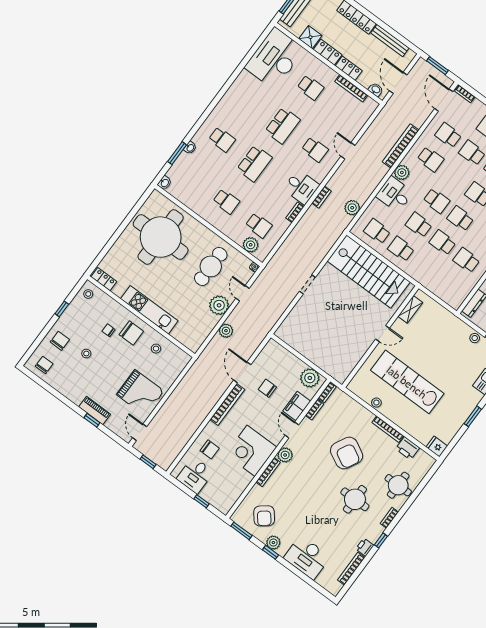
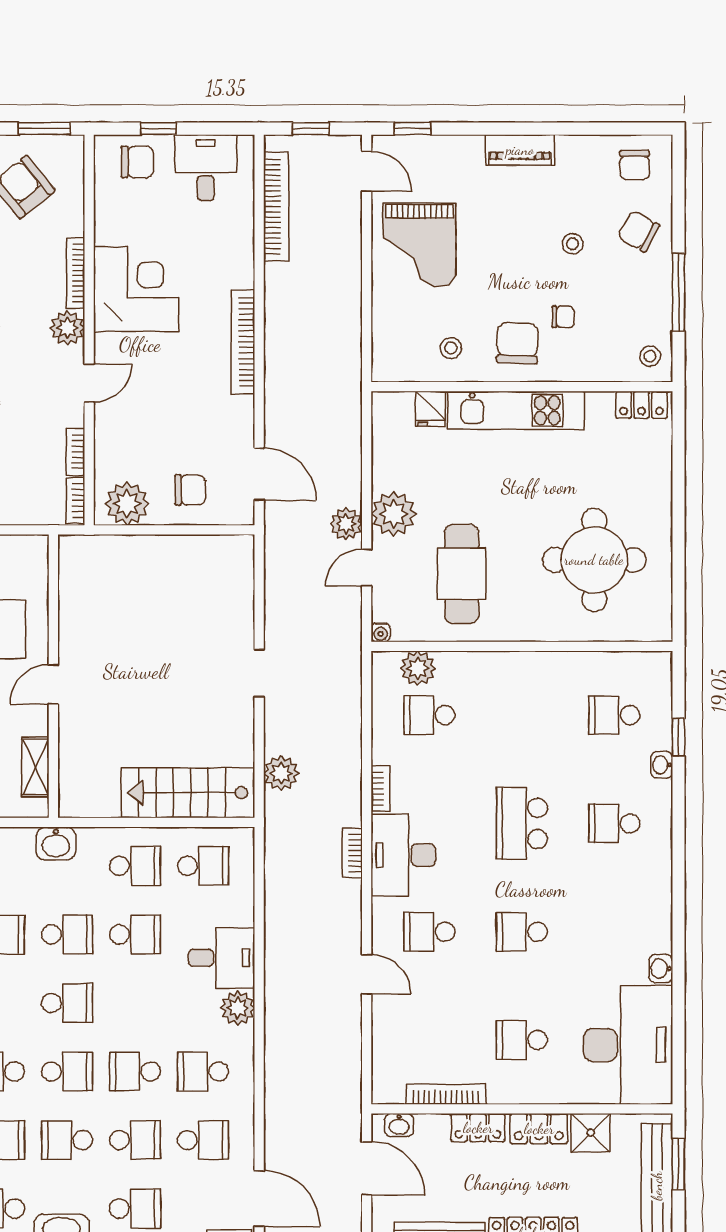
school desk: (282, 126) -> (522, 932), width x0.54
bookcase: (401, 146) -> (276, 206), moved
window: (177, 153) -> (678, 737), width x0.67
washbasin: (165, 183) -> (661, 969), moved
desk: (301, 187) -> (403, 855), width x1.37
school desk: (226, 201) -> (614, 715), moved
school desk: (437, 201) -> (135, 1072), moved
plant: (352, 208) -> (281, 773), moved
round table: (161, 237) -> (594, 560), width x0.73, depth x0.73
stairs: (369, 272) -> (188, 793), width x0.73, depth x0.66
washbasin: (423, 277) -> (56, 844), added
door: (242, 293) -> (367, 568), swing flipped
window: (62, 309) -> (678, 292), width x2.17
plant: (226, 331) -> (346, 524), moved
fridge: (179, 332) -> (430, 409), added
chair: (131, 333) -> (517, 343), turned 92
chair: (60, 341) -> (639, 231), turned 119
door: (242, 372) -> (259, 474), moved
chair: (267, 388) -> (190, 490), moved
grand piano: (140, 393) -> (419, 245), turned -90
filing cabinet: (297, 406) -> (113, 434), removed
piano: (95, 411) -> (520, 150), moved
window: (92, 420) -> (412, 129), moved
door: (292, 430) -> (89, 383), hinge flipped
chair: (210, 449) -> (137, 162), moved, turned 180

